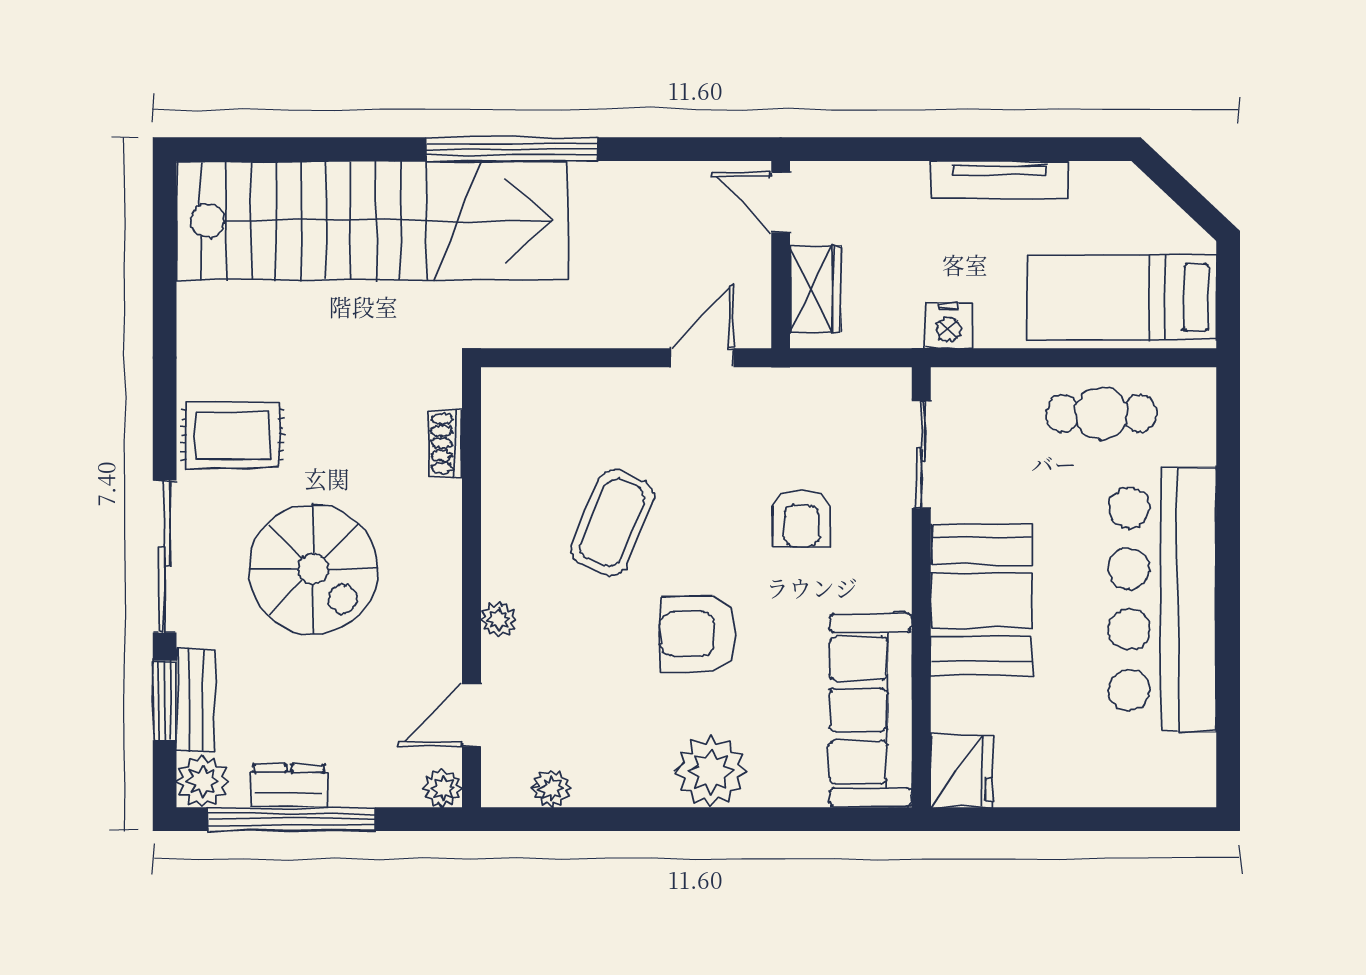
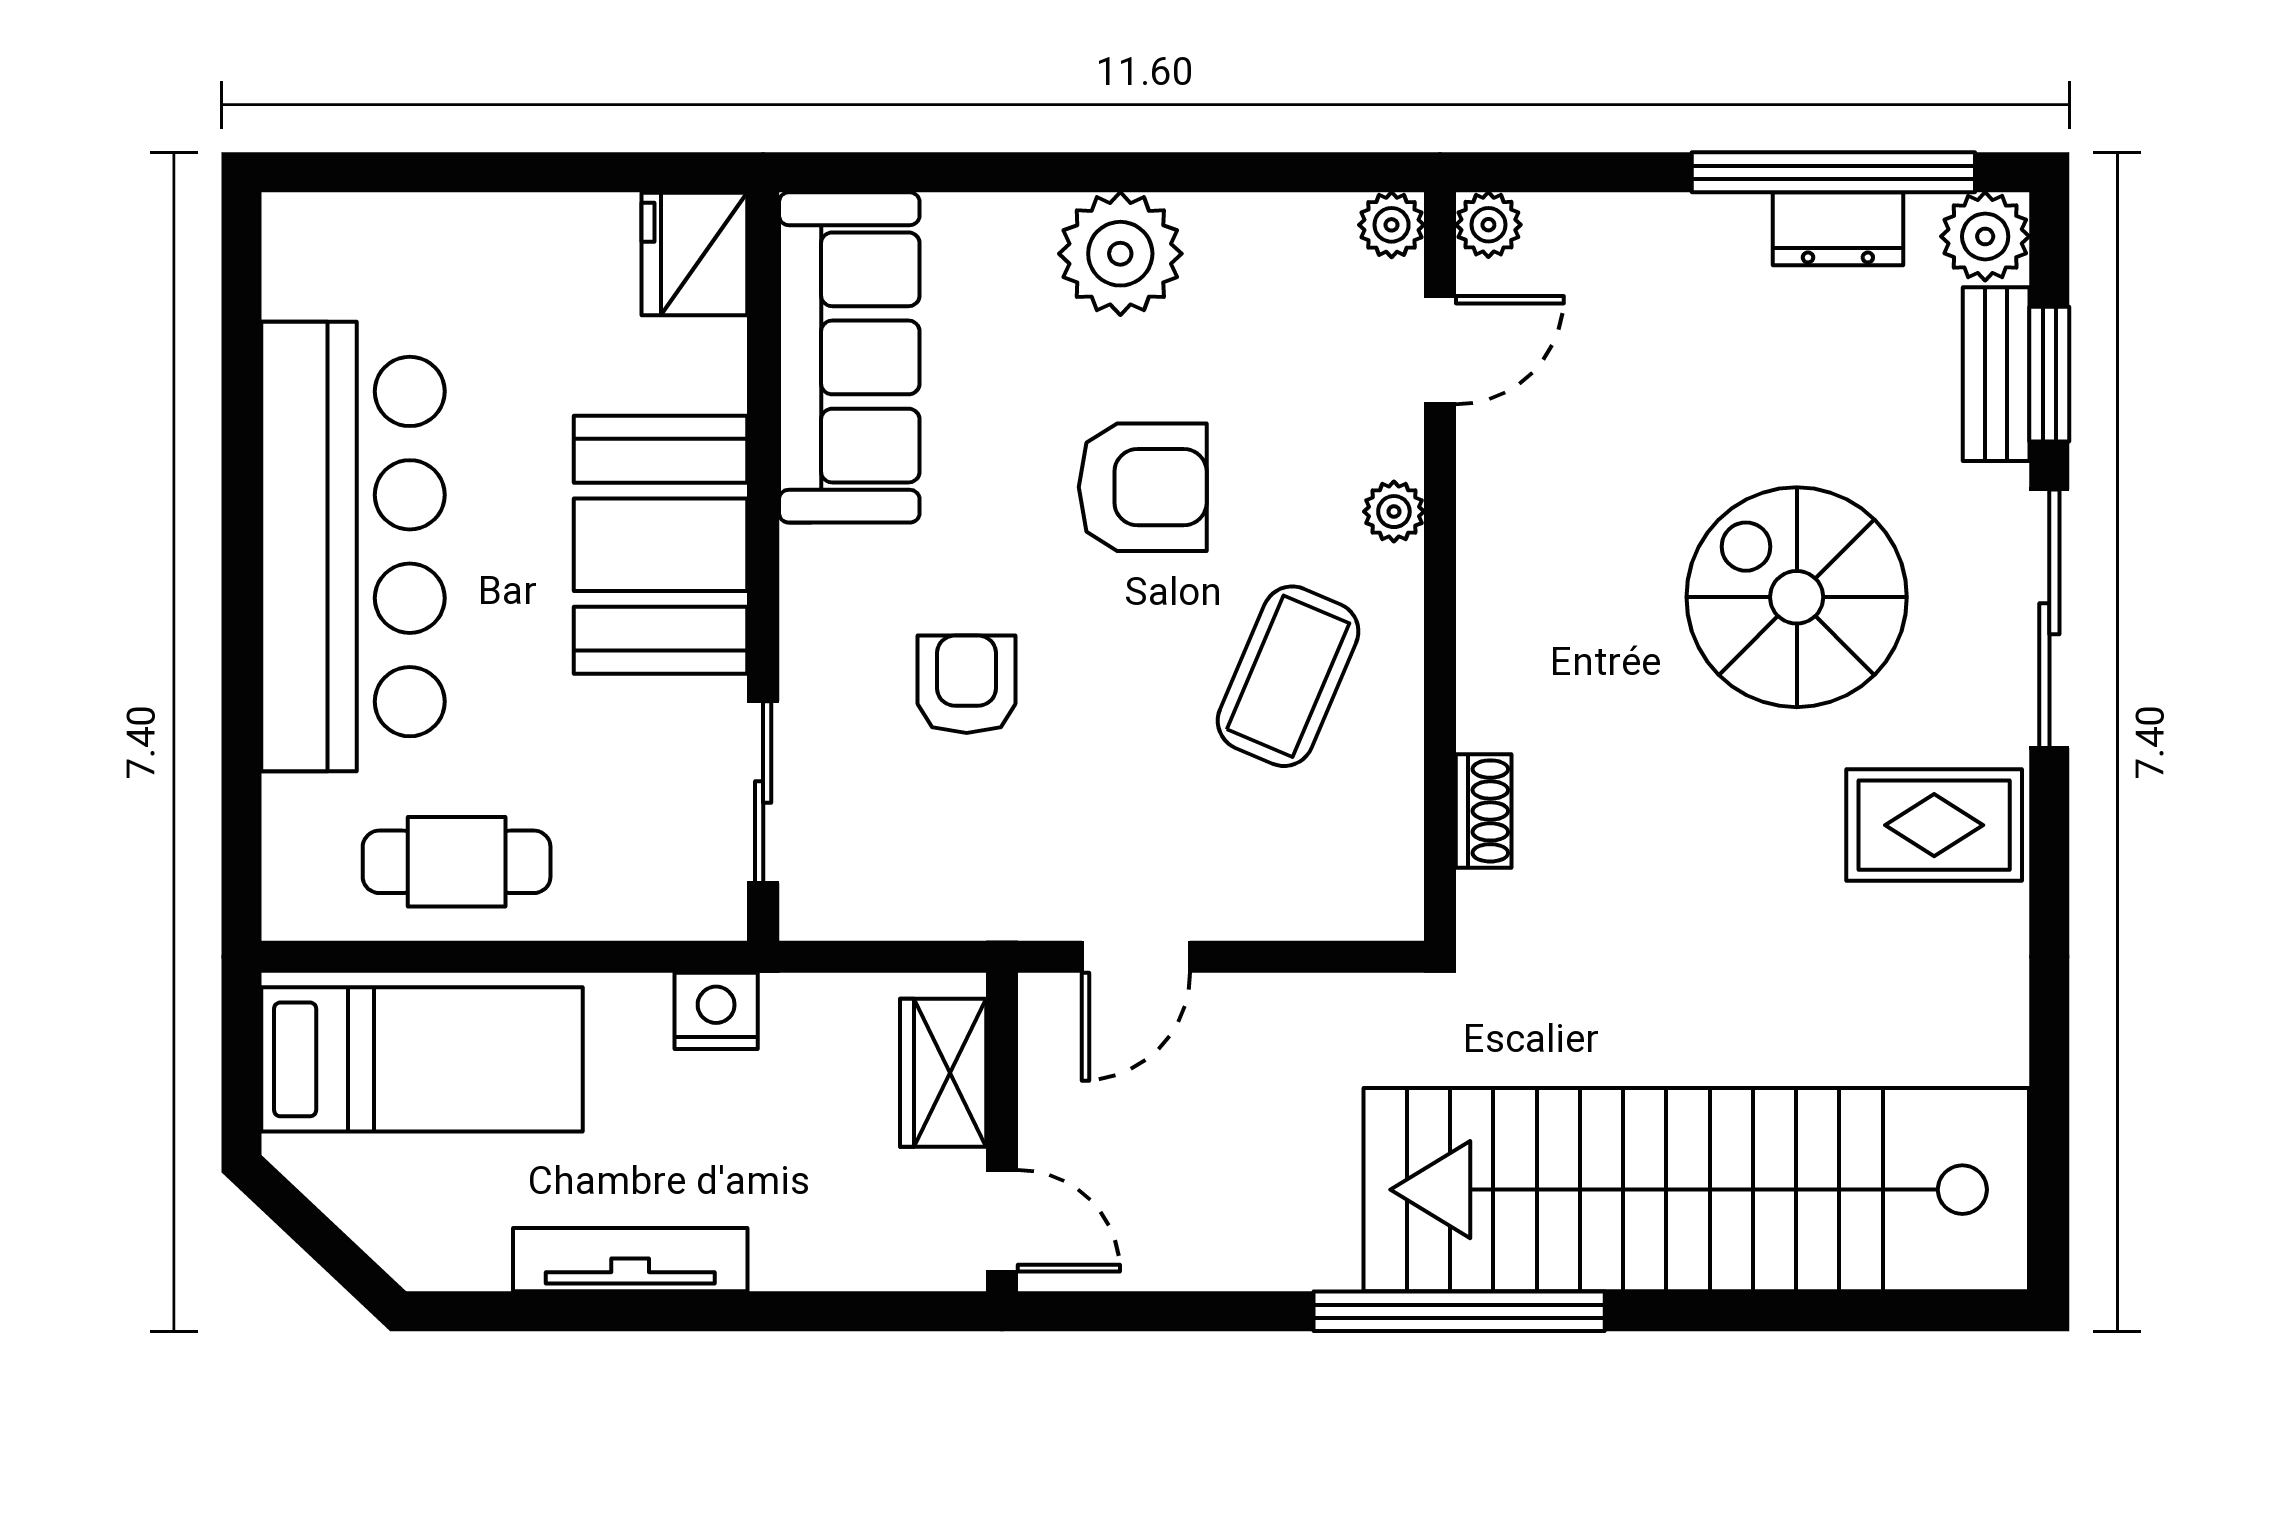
shoe rack: (446, 443) -> (1484, 811), moved
wall: (471, 587) -> (1440, 567), moved
plant: (499, 620) -> (1394, 512), moved
door: (471, 715) -> (1440, 350), moved
plant: (443, 788) -> (1488, 225), moved

